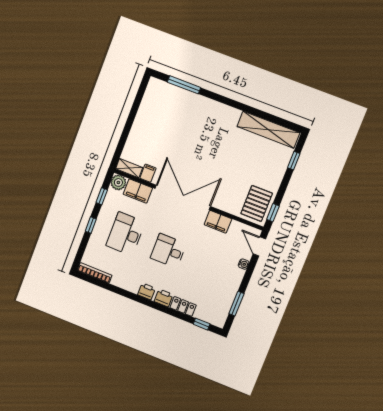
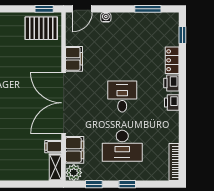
desk: (168, 251) -> (122, 97), turned 180

